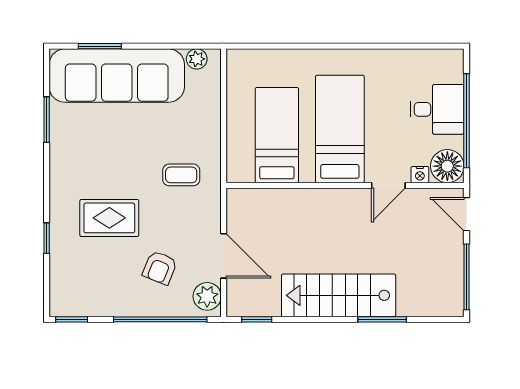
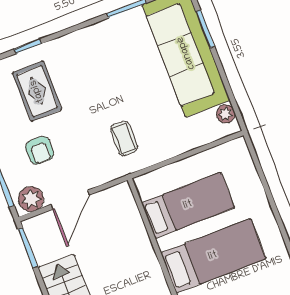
rug: (109, 218) -> (37, 91), moved
armchair: (160, 268) -> (40, 150), turned -112
window: (257, 319) -> (28, 248), width x1.50

